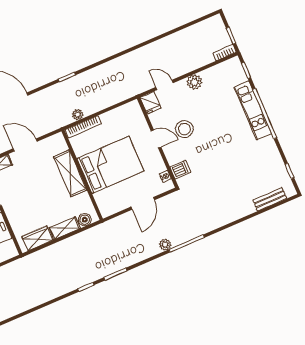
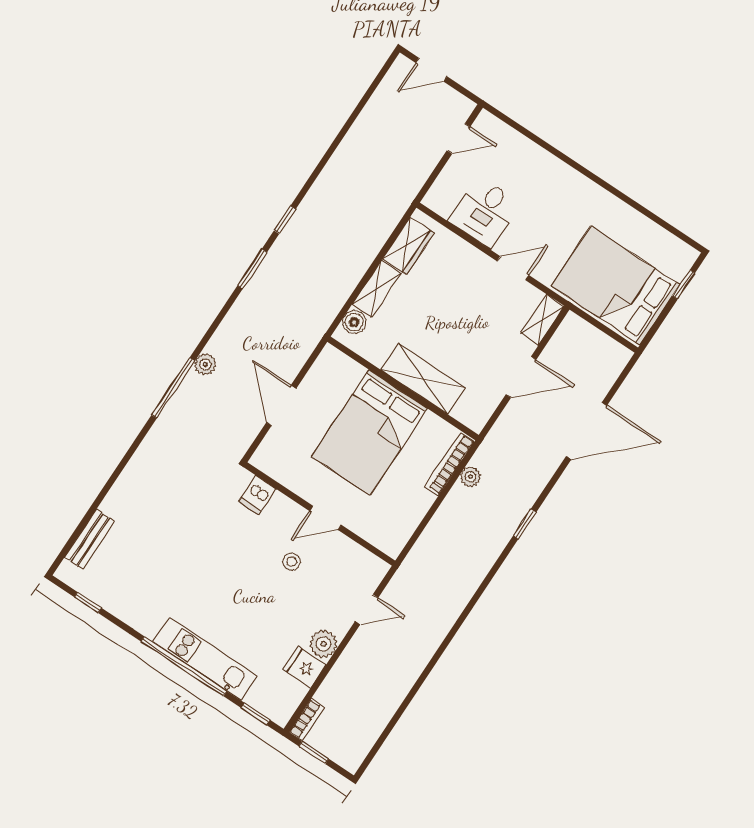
fridge: (151, 103) -> (304, 667), moved
stool: (184, 129) -> (292, 562), width x0.53, depth x0.53
nightstand: (165, 176) -> (274, 470), removed

